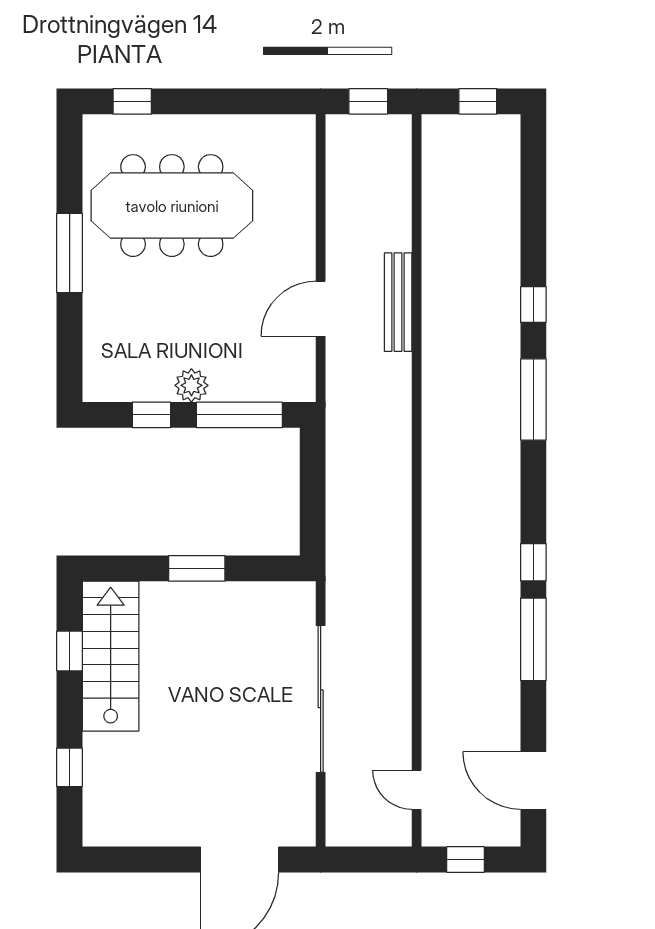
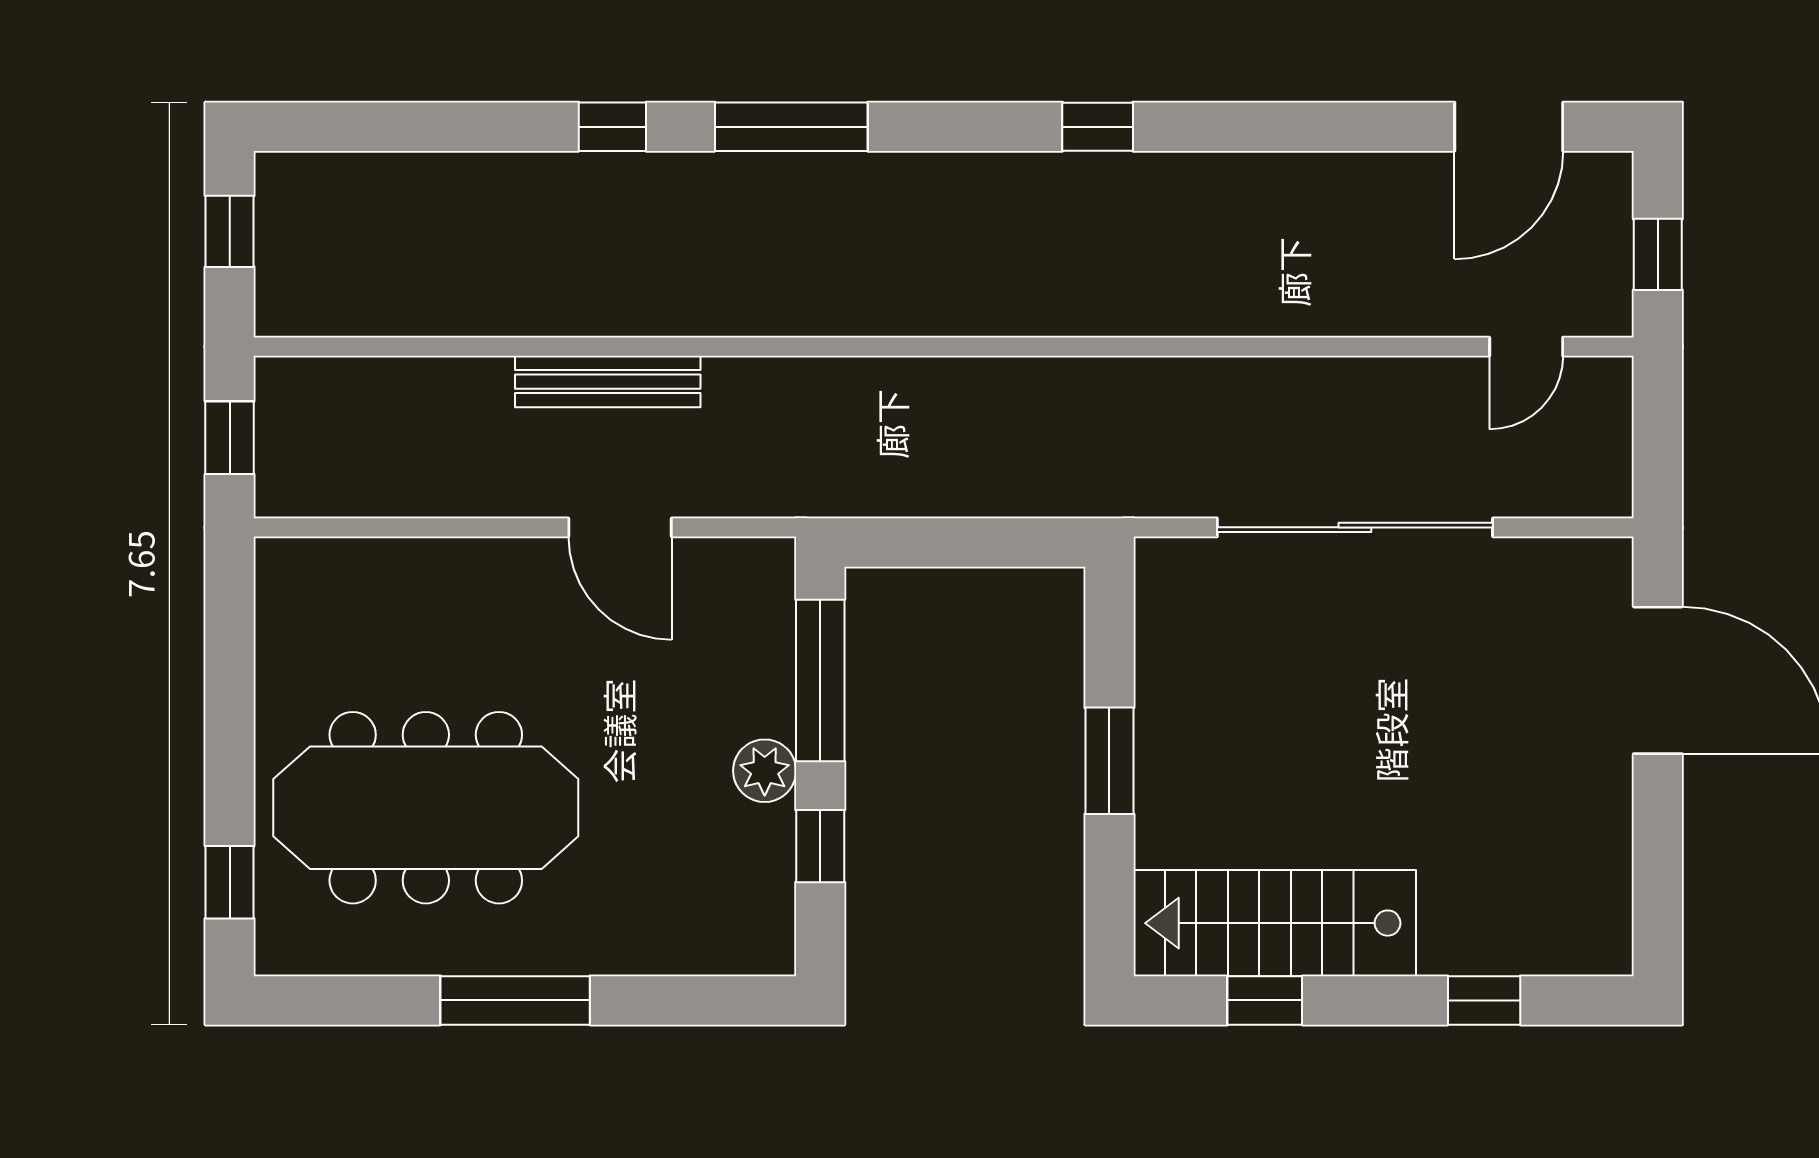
meeting table: (172, 206) -> (426, 808), turned 90
window: (533, 639) -> (1243, 127), removed

